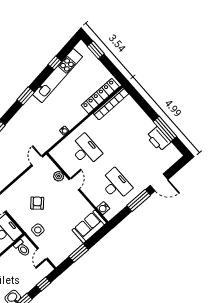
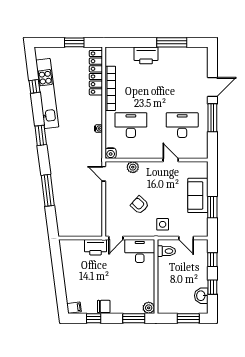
window: (96, 50) -> (74, 42), moved
bookcase: (111, 104) -> (110, 88), moved
printer: (158, 139) -> (146, 55), moved
door: (74, 184) -> (171, 160), moved
water cooler: (103, 208) -> (111, 153), moved
sofa: (89, 227) -> (198, 195), moved

